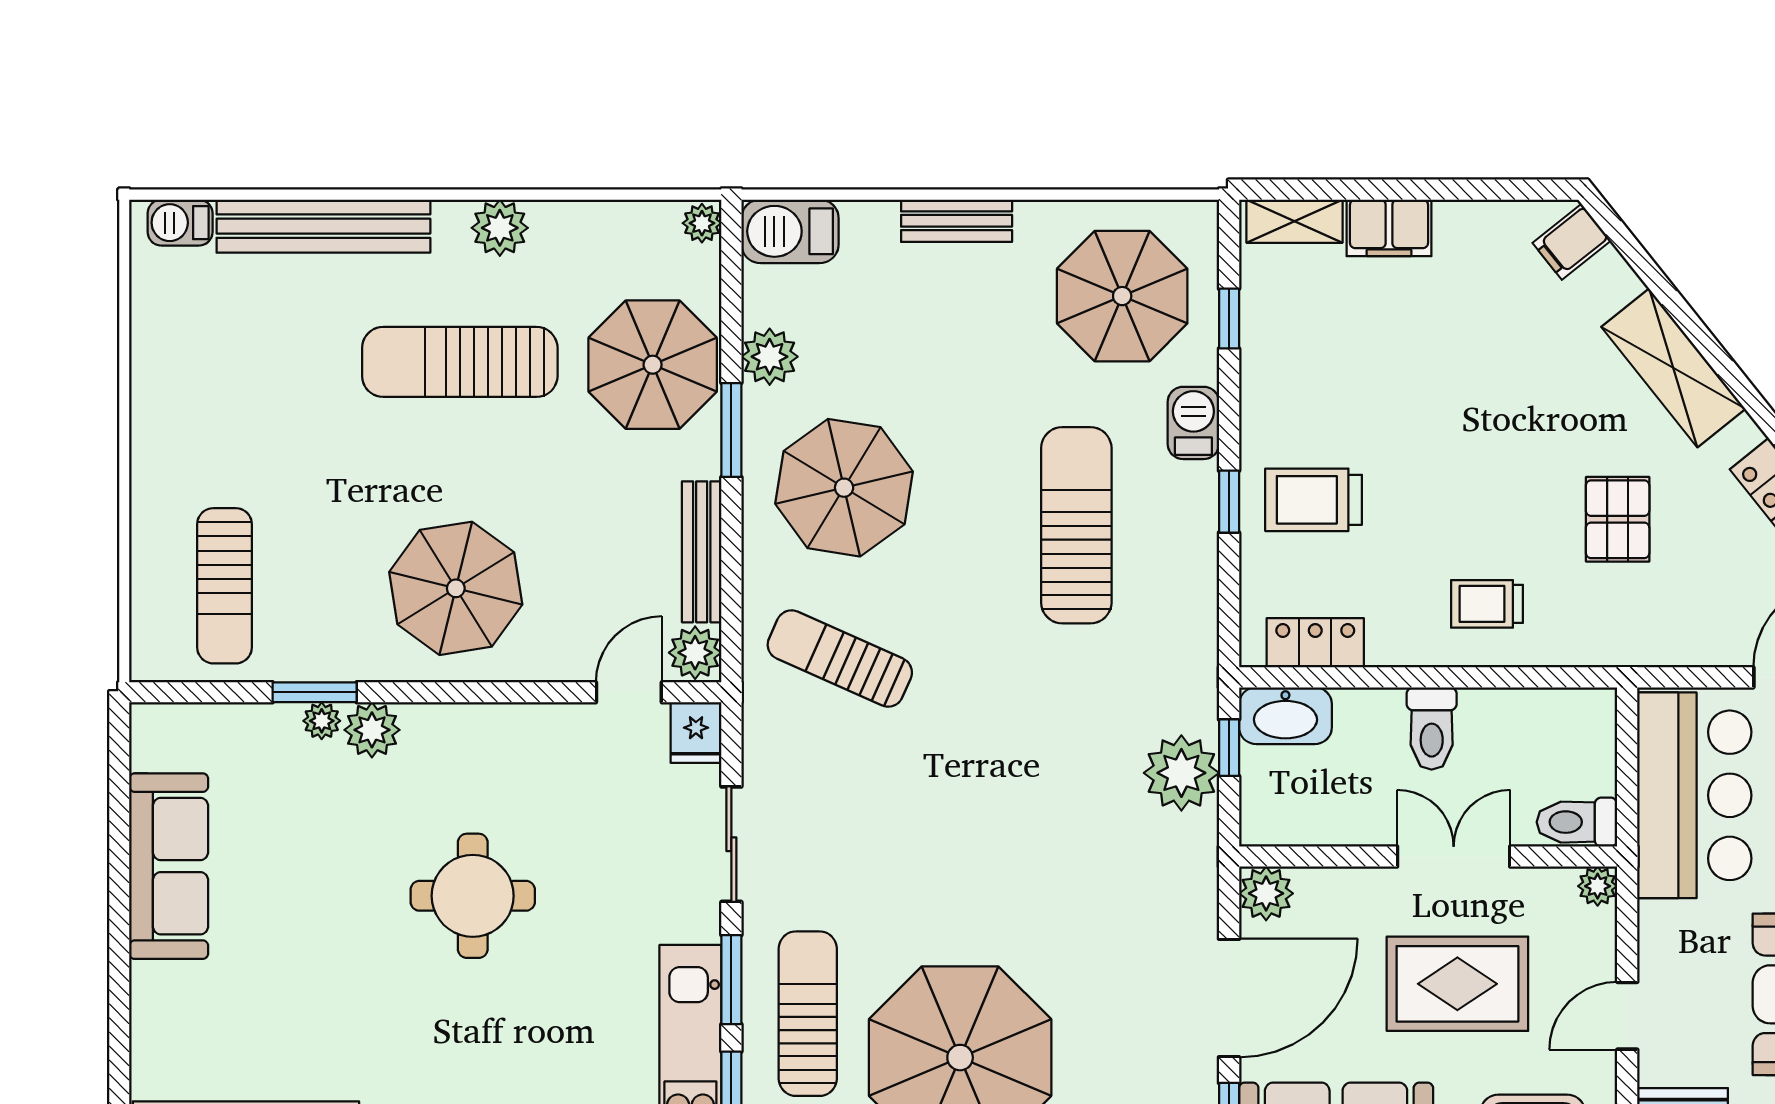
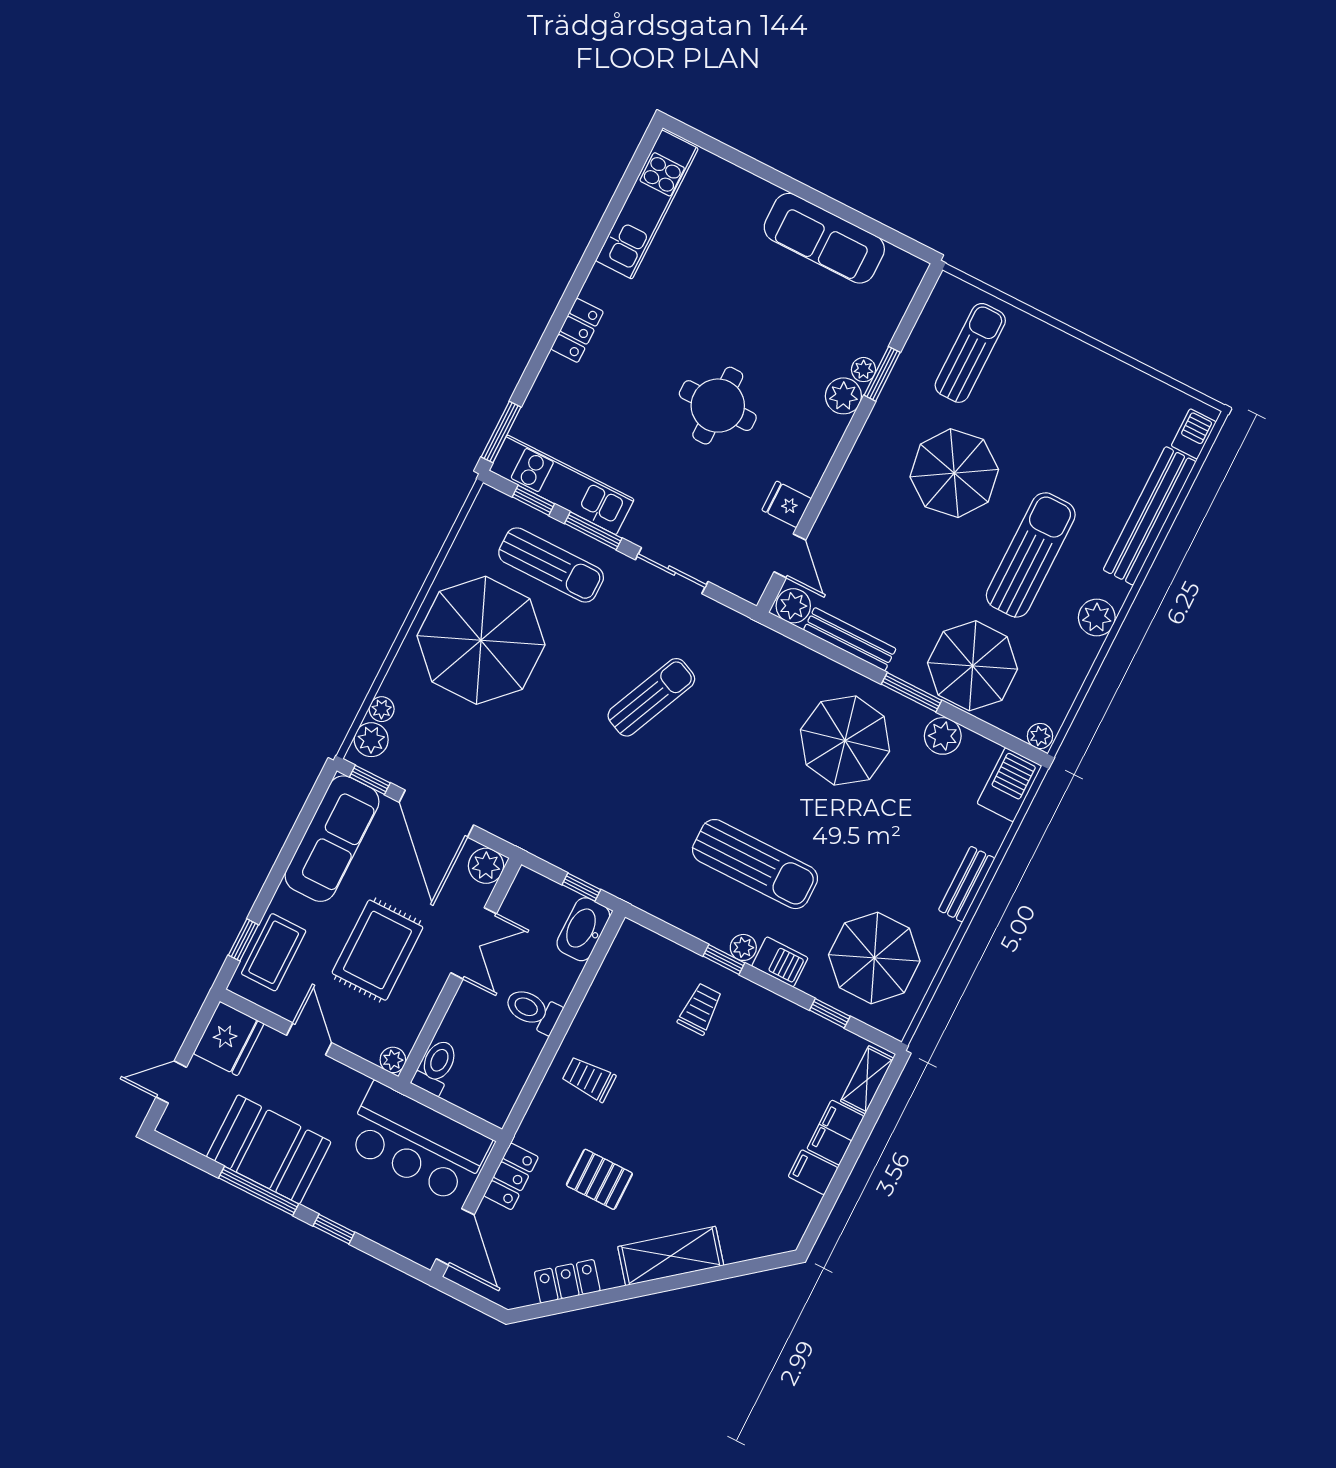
filing cabinet: (1572, 242) -> (813, 1172), moved, turned -51
trolley: (1314, 500) -> (700, 1009), width x0.73, depth x0.72
sun lounger: (225, 586) -> (970, 353), turned 90
parasol: (456, 588) -> (954, 473), moved
trolley: (1487, 604) -> (589, 1079), turned -90
locker: (1315, 643) -> (511, 1176), moved
sun lounger: (840, 659) -> (651, 697), moved
fridge: (696, 733) -> (787, 504), moved
plant: (1181, 773) -> (743, 947), moved, width x0.53, depth x0.53
double door: (1454, 856) -> (474, 943), moved

